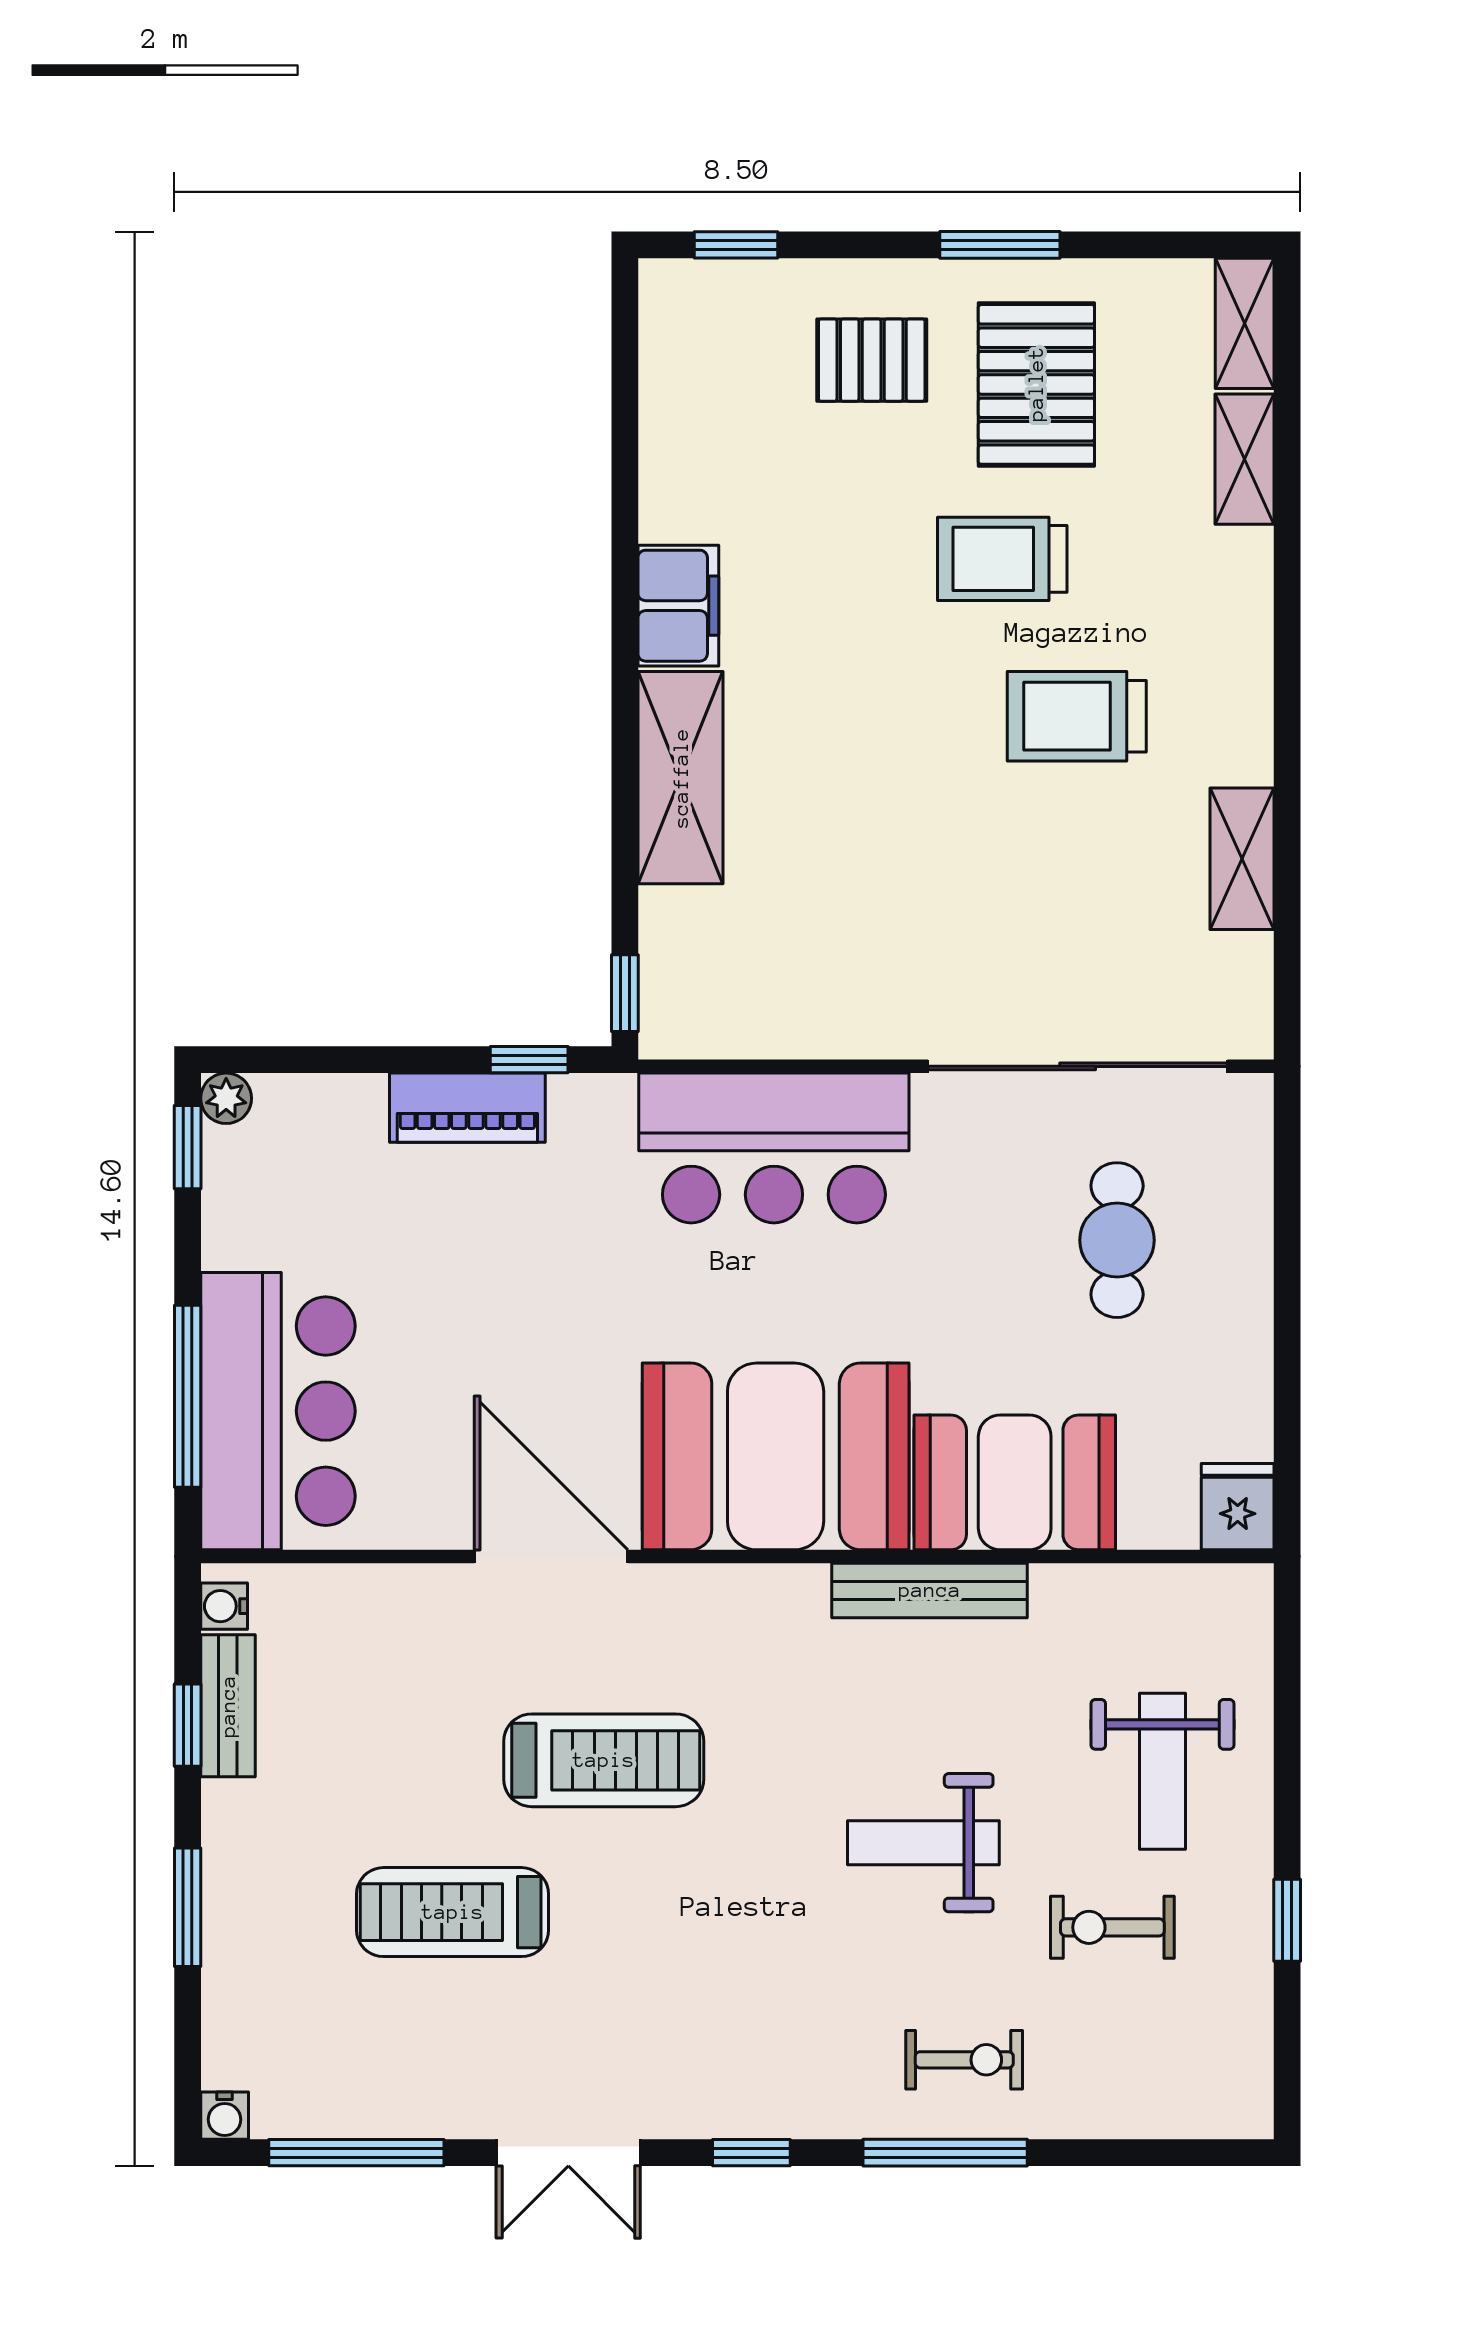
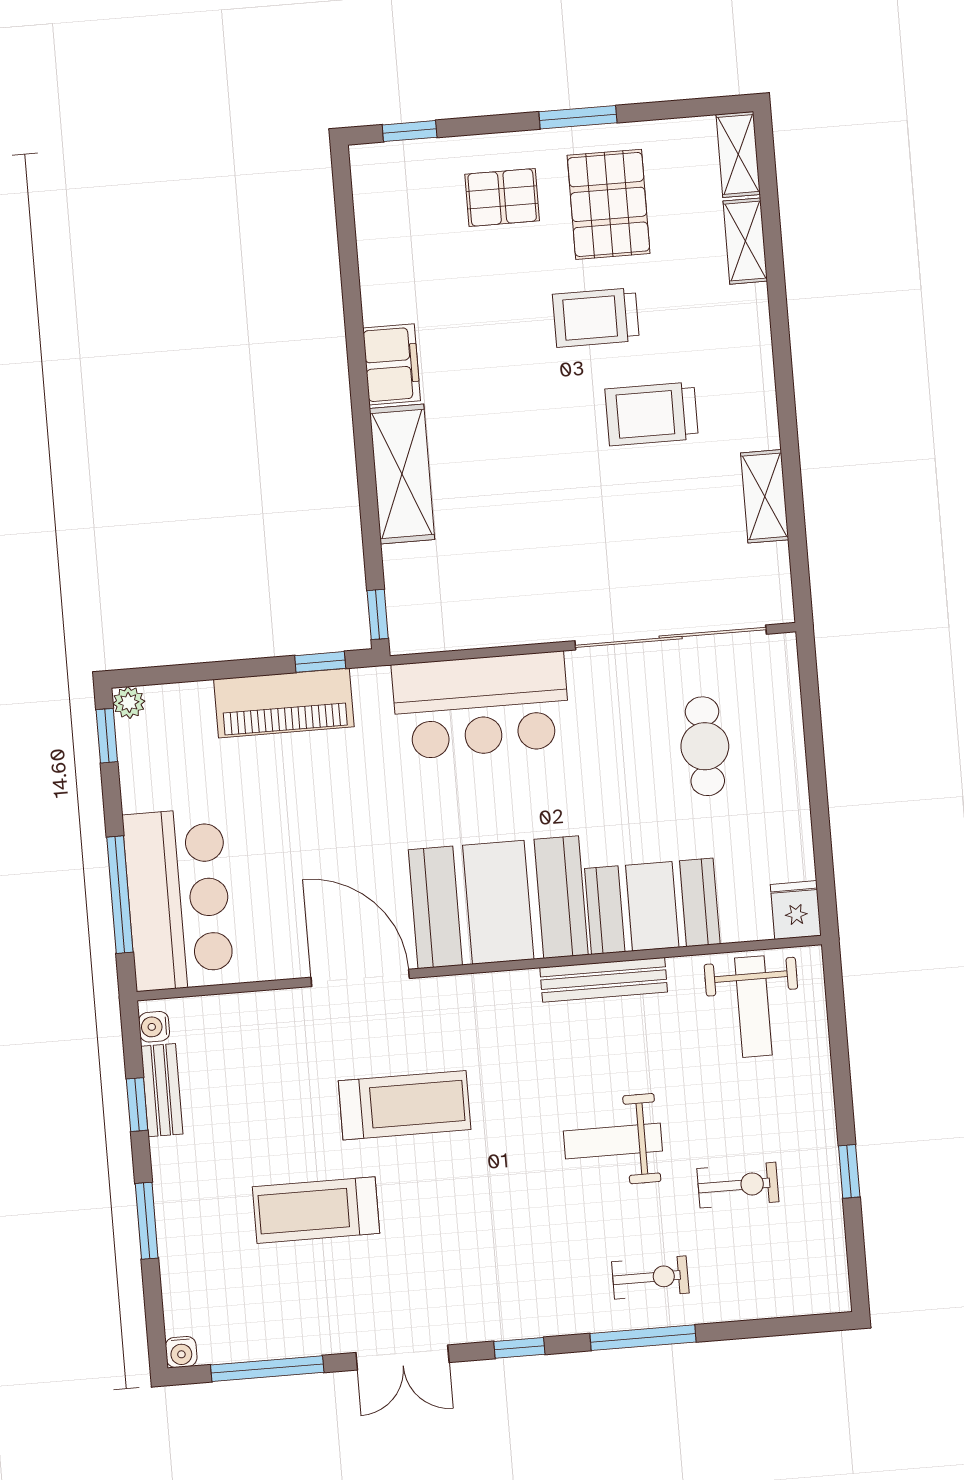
piano: (467, 1108) -> (284, 703), width x1.37, depth x1.33
weight bench: (1162, 1771) -> (753, 1007), moved
exercise bike: (1112, 1927) -> (738, 1185), turned 180

